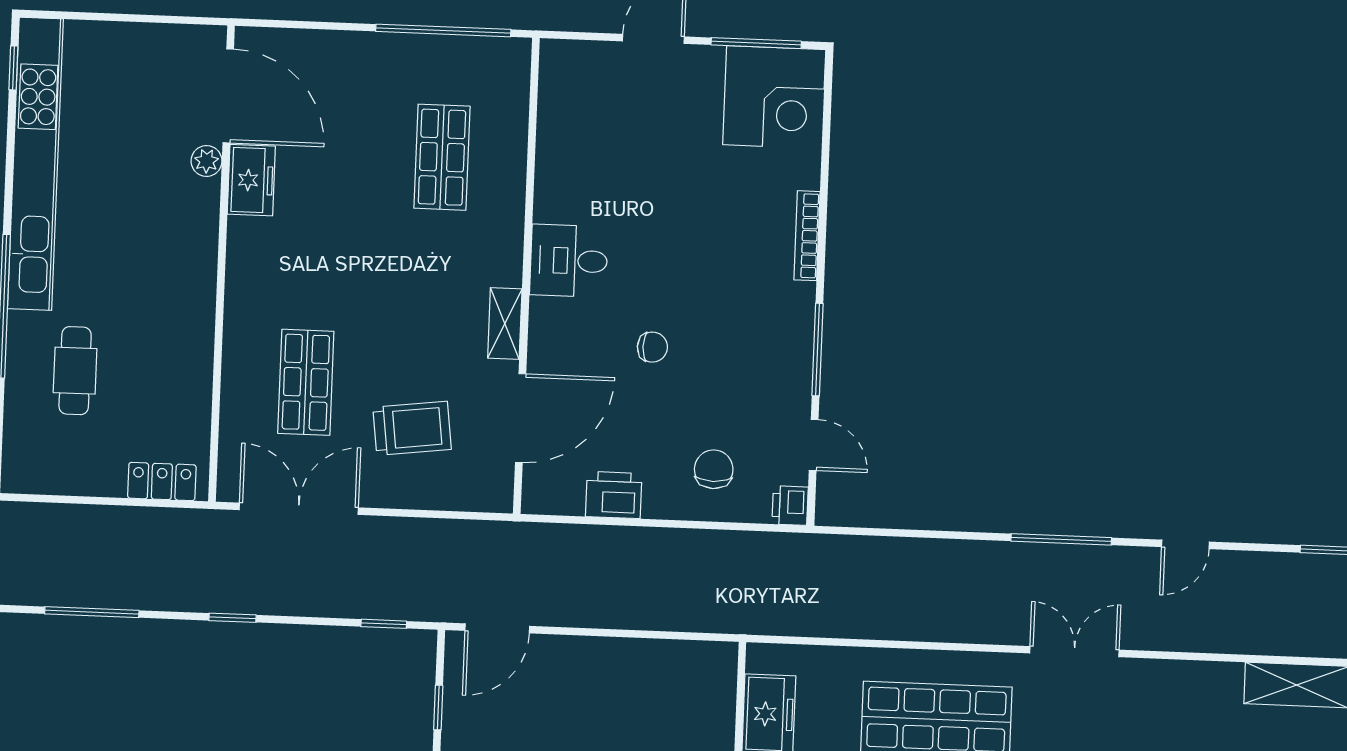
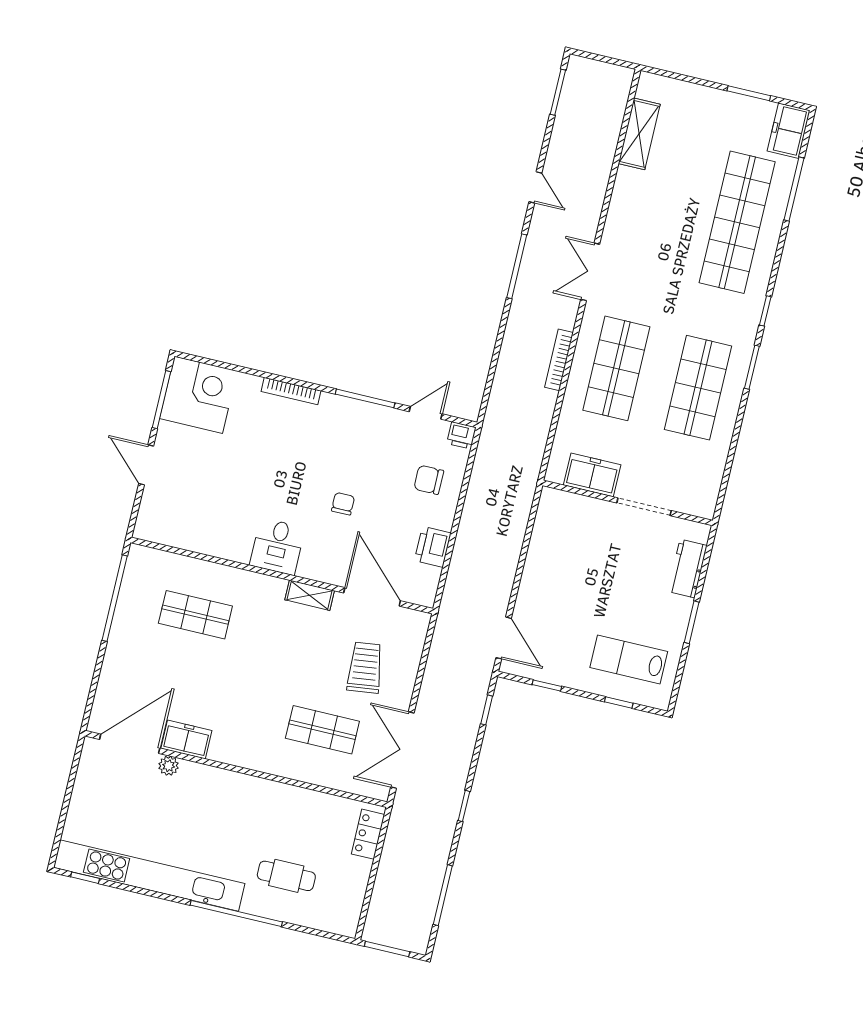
bookcase: (933, 630) -> (559, 360), added

